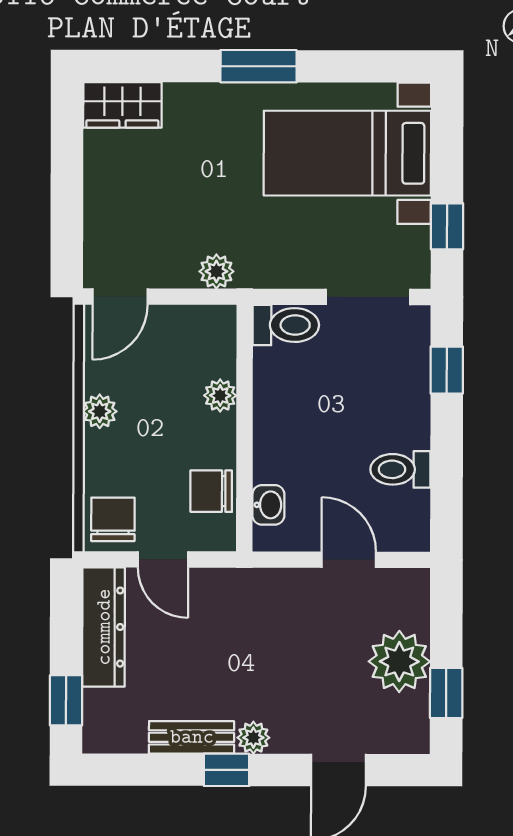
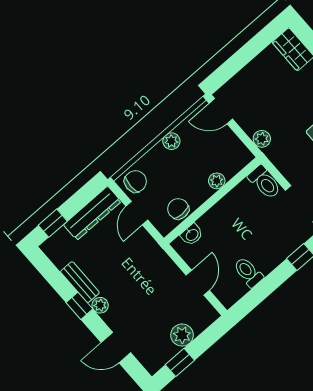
plant: (399, 661) -> (182, 335), width x0.73, depth x0.73

